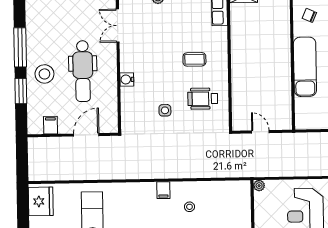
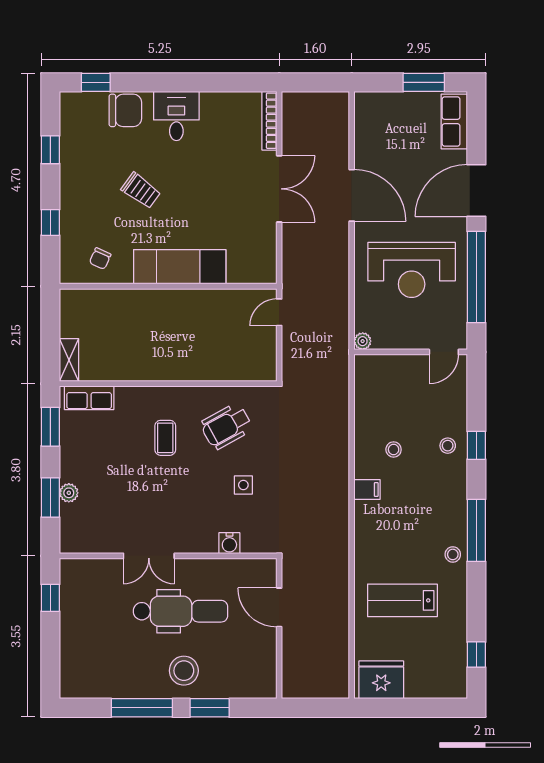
double door: (118, 26) -> (149, 556), moved
water cooler: (127, 79) -> (229, 543), moved
wheelchair: (203, 99) -> (226, 426), turned 61
filing cabinet: (50, 125) -> (263, 663), removed
door: (260, 132) -> (279, 312), moved

